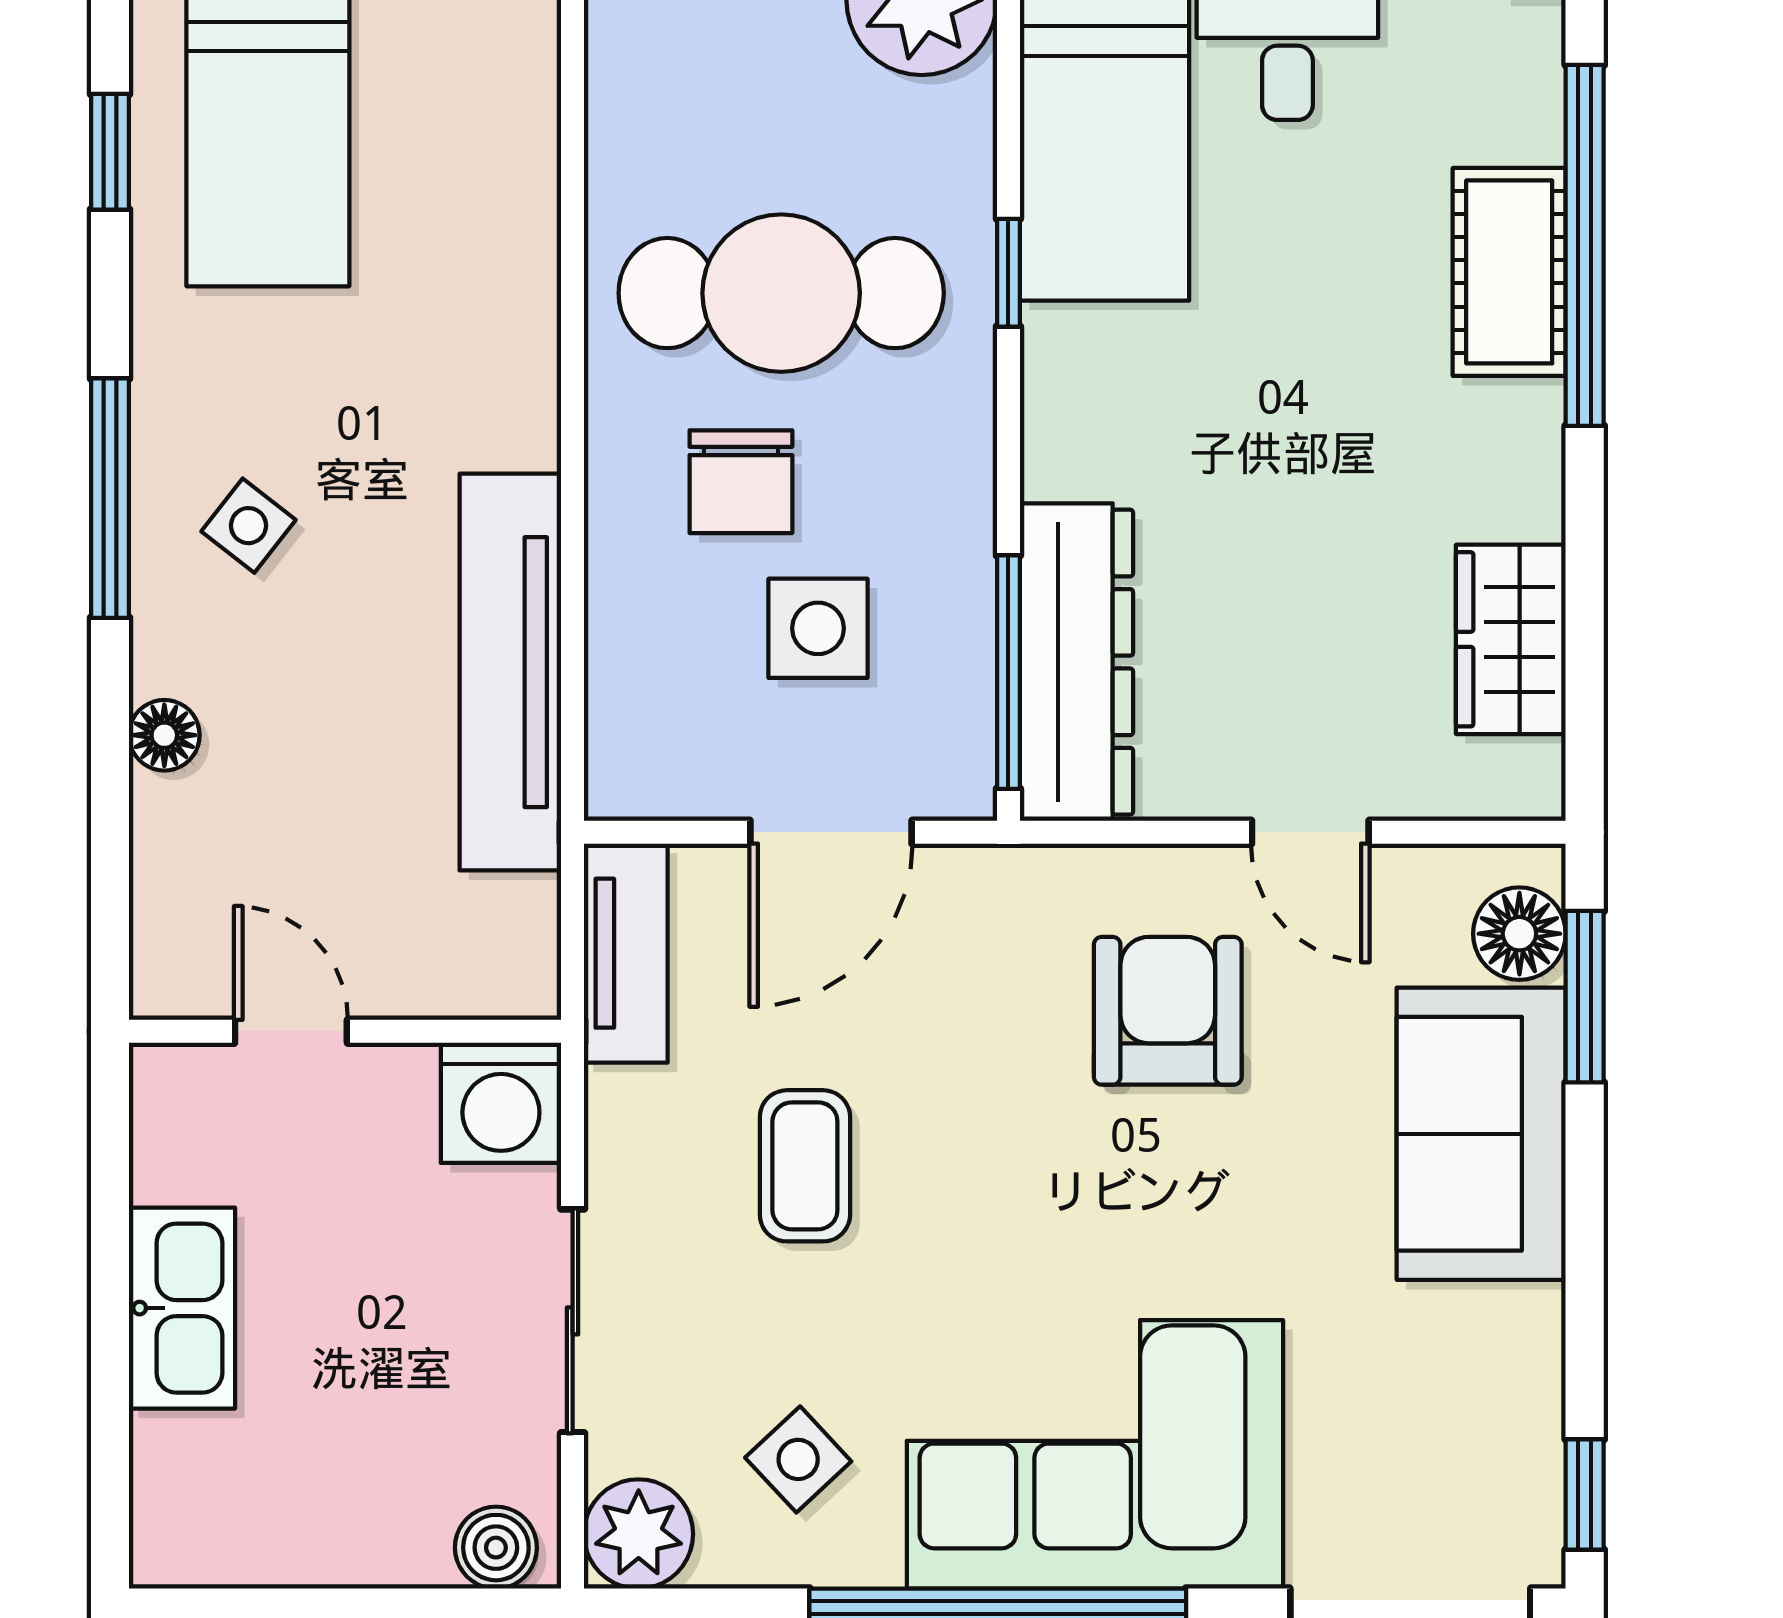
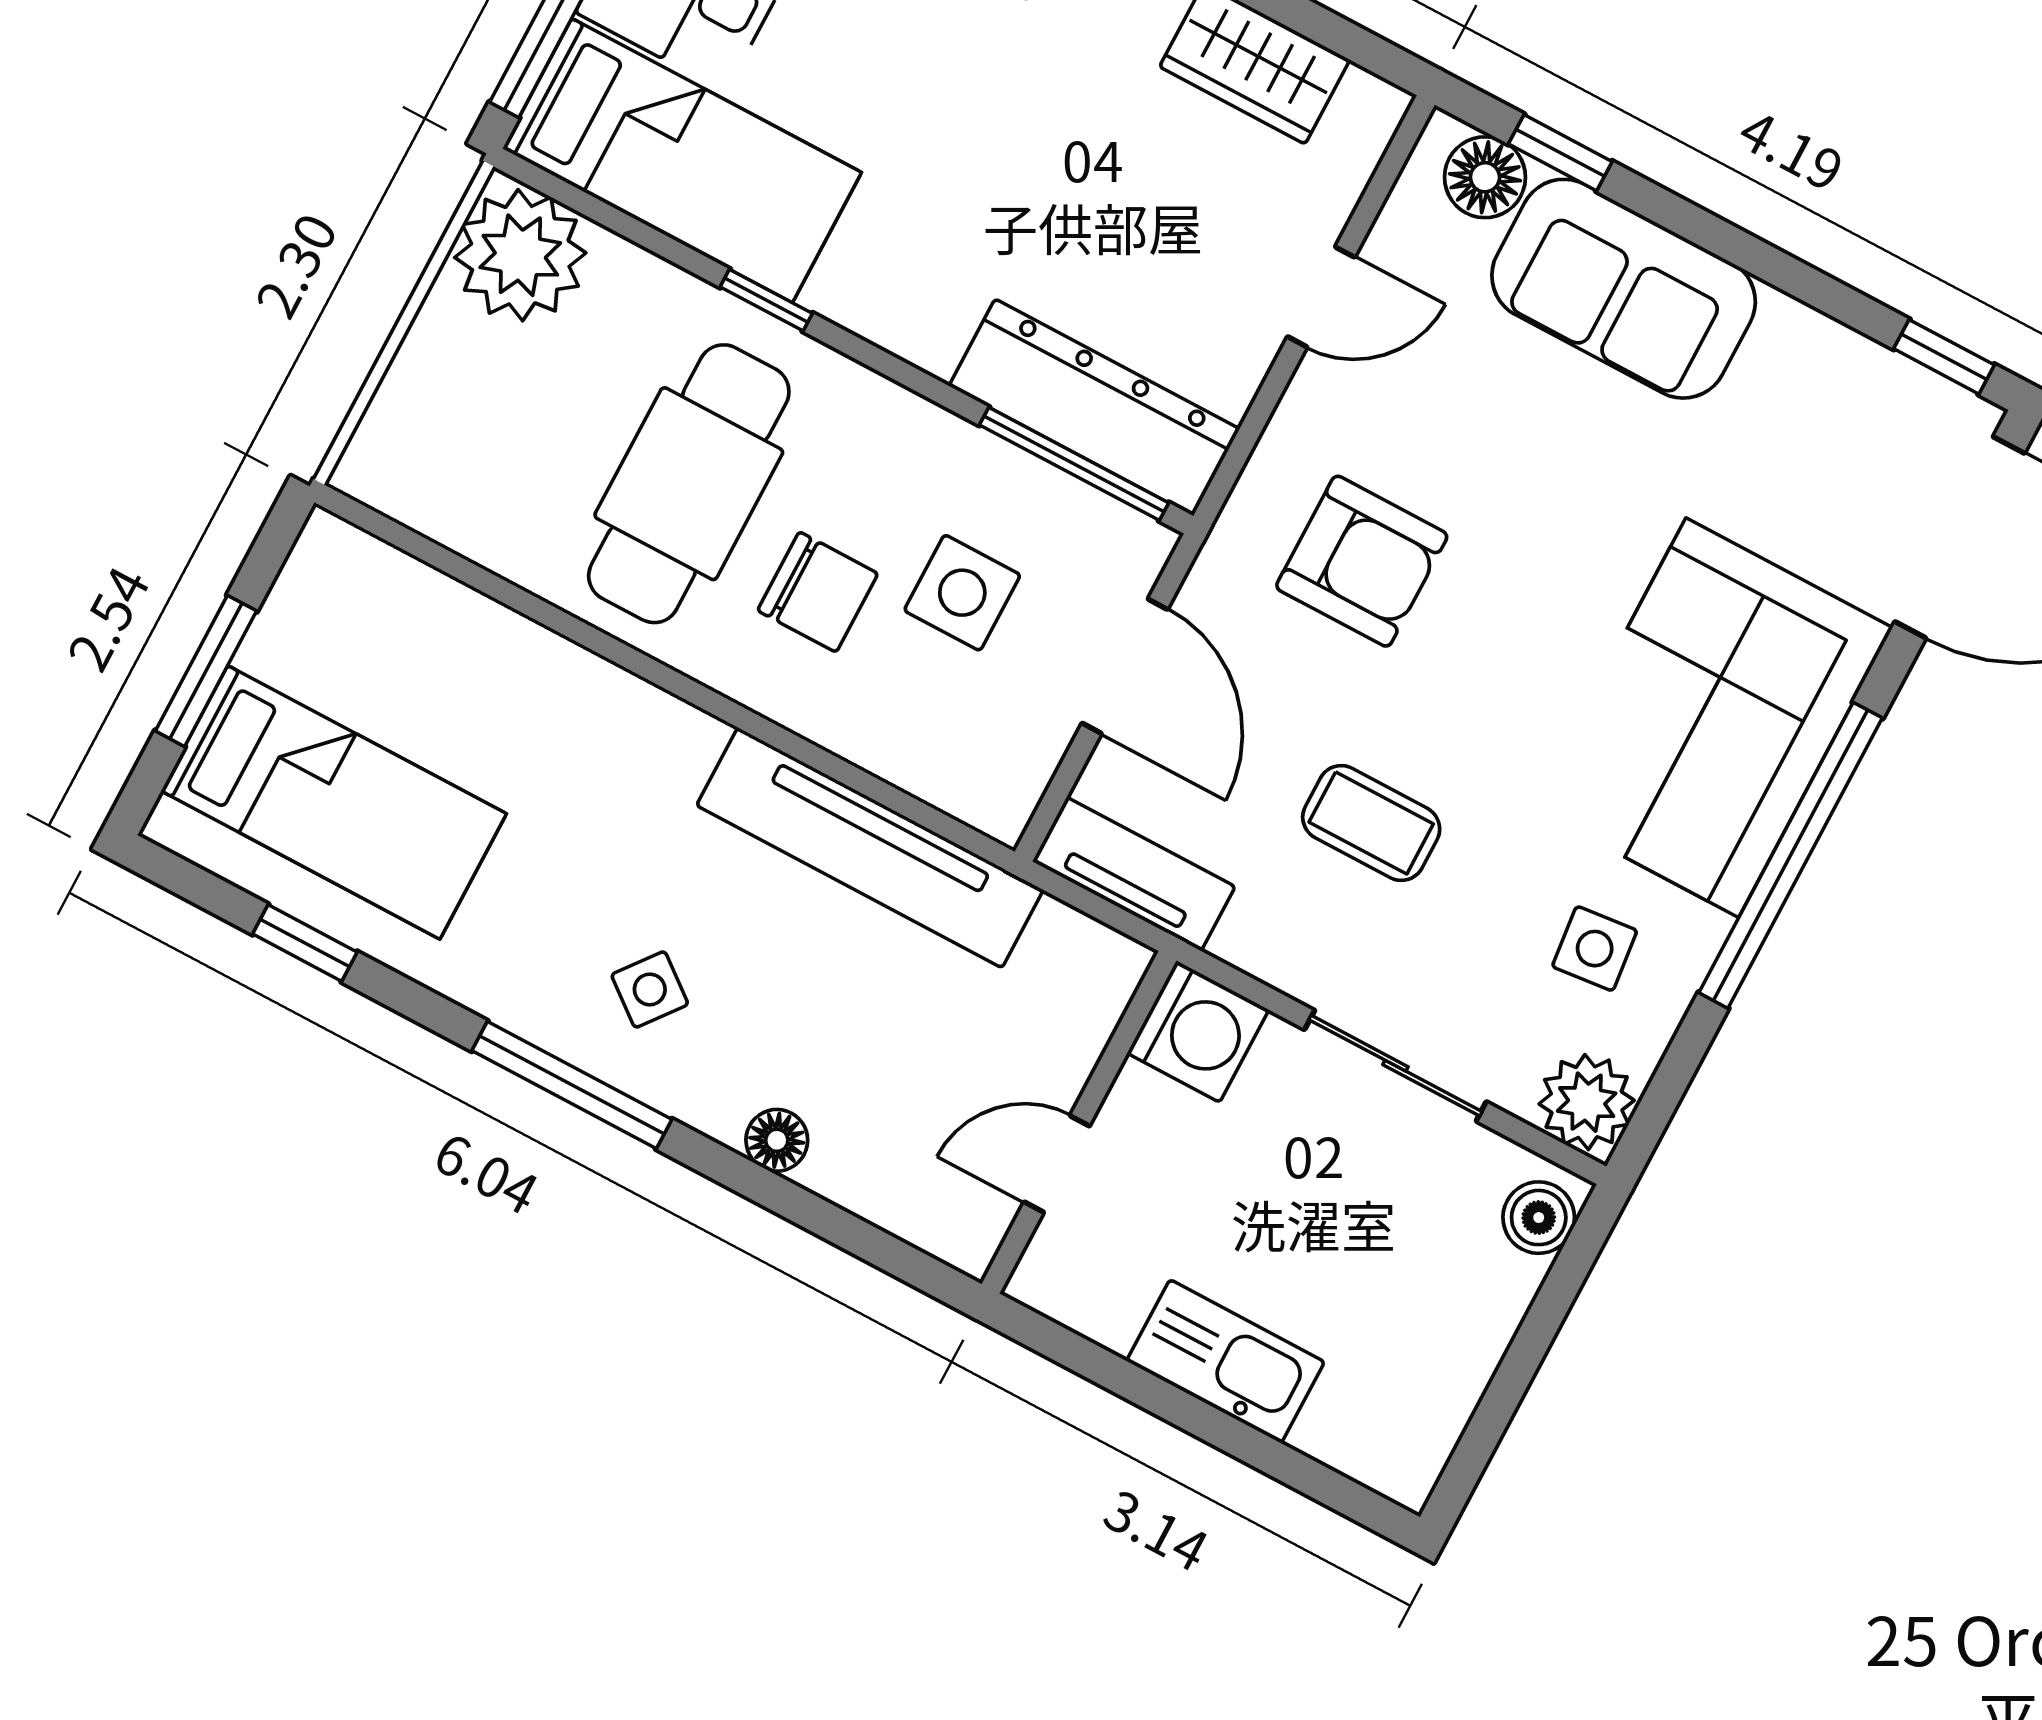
window: (1585, 997) -> (1560, 153), width x0.67
armchair: (1168, 1011) -> (1362, 561), moved, turned 180
side table: (798, 1459) -> (1595, 949), turned 37

